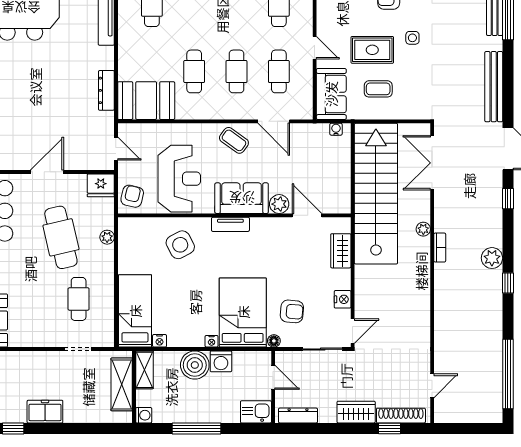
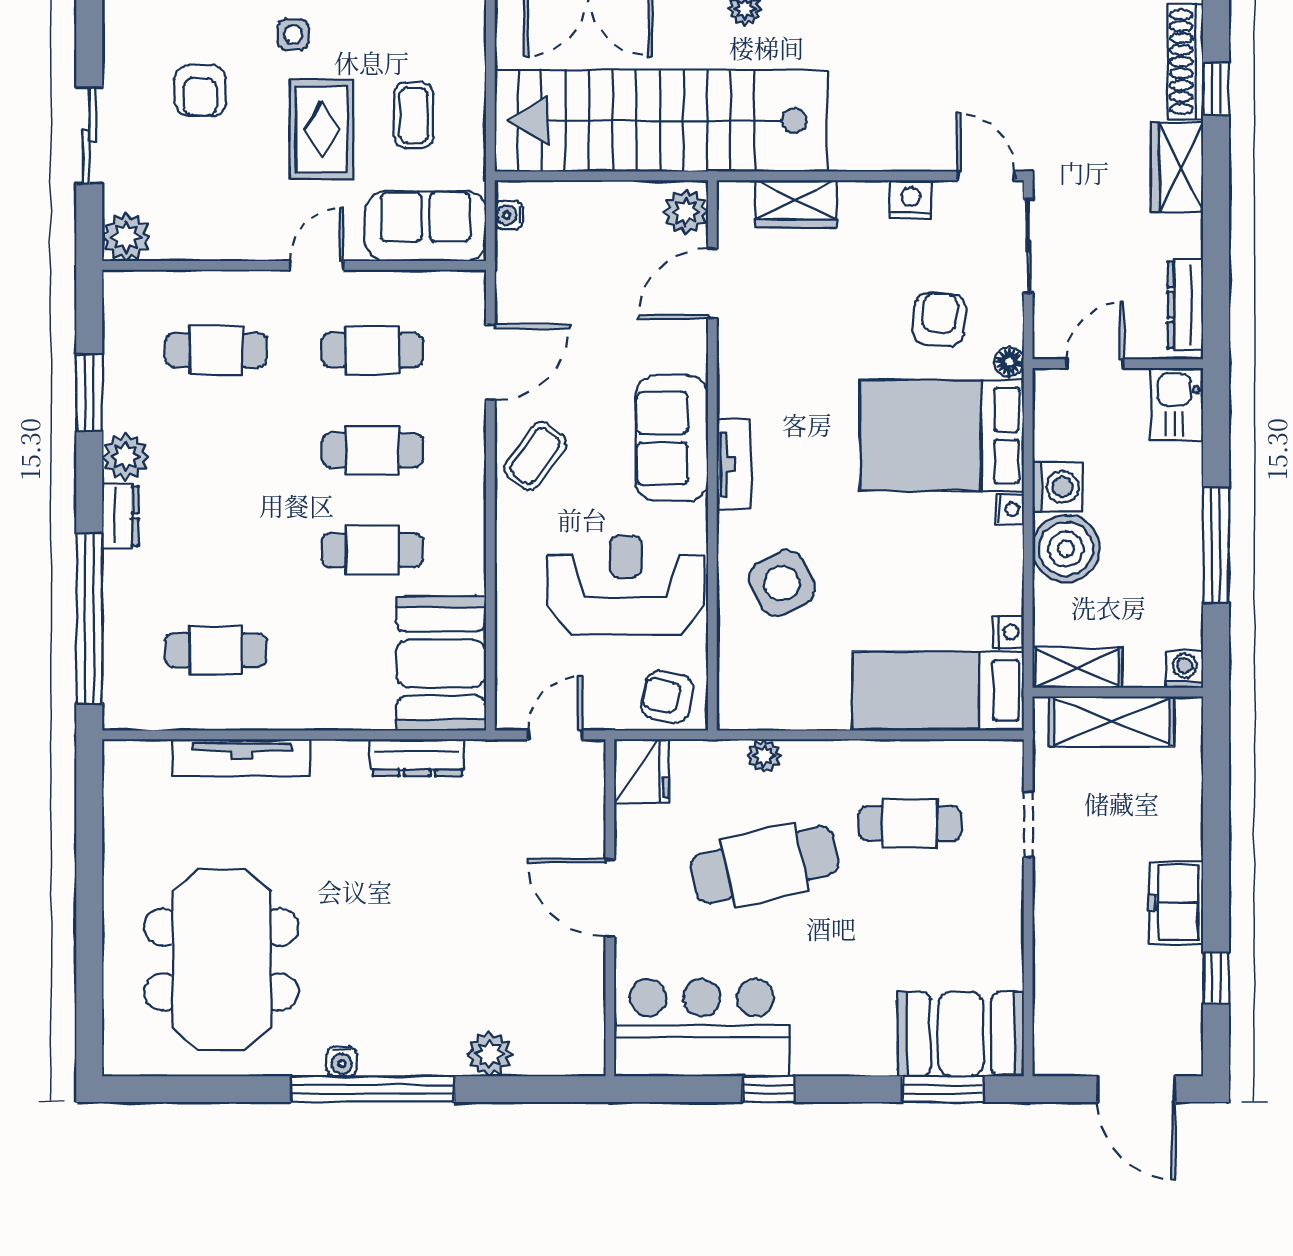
plant: (279, 204) -> (686, 212), moved

